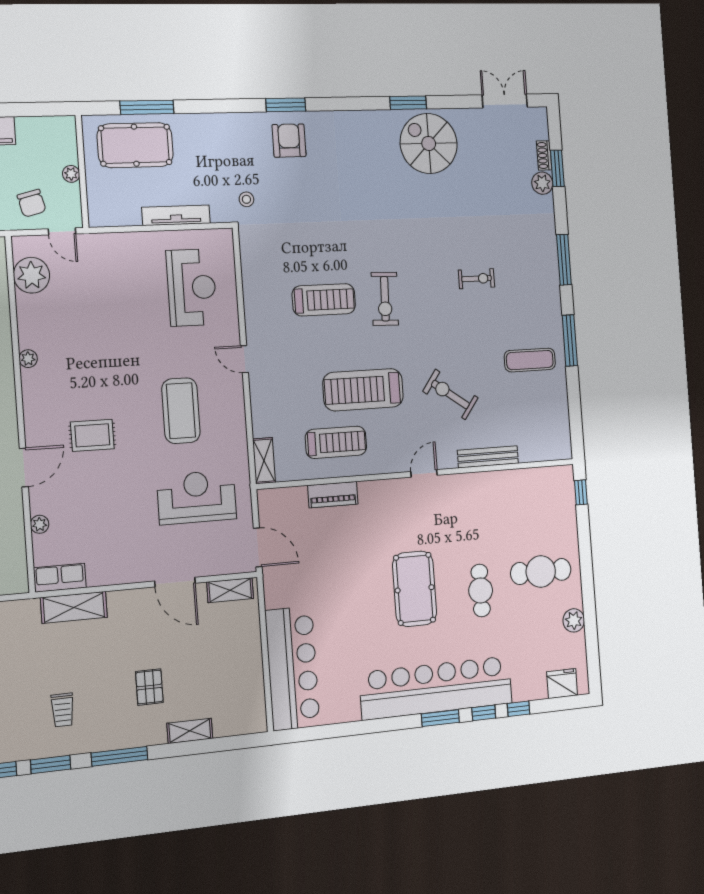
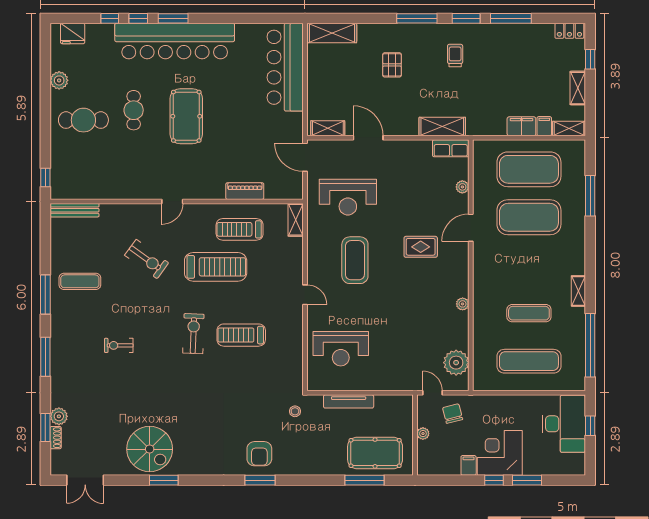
reception desk: (192, 288) -> (341, 349), turned -90
bench: (488, 457) -> (75, 210), moved
shelving: (190, 731) -> (332, 33), moved, width x1.50, depth x1.33

